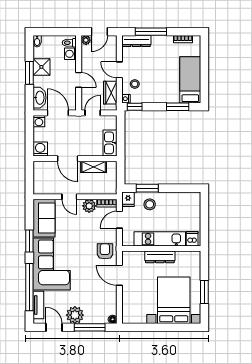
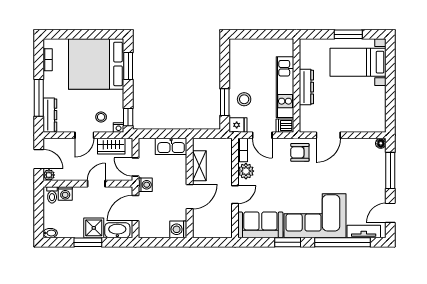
shower: (41, 67) -> (94, 228), moved
bed: (190, 80) -> (96, 64), width x2.04
washing machine: (39, 121) -> (145, 185), moved
dishwasher: (192, 239) -> (285, 126), moved
bed with nightstands: (174, 300) -> (358, 62), width x0.73
plant: (75, 315) -> (376, 188), removed

